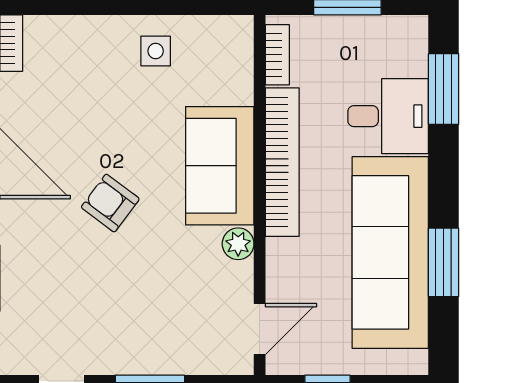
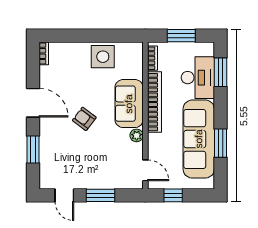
side table: (156, 51) -> (103, 57), width x1.87, depth x1.87
desk: (388, 116) -> (198, 78), width x1.37
door: (260, 329) -> (145, 170), hinge flipped

